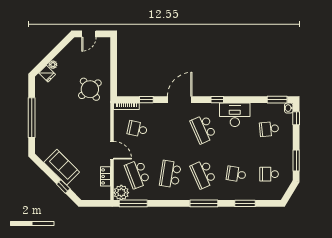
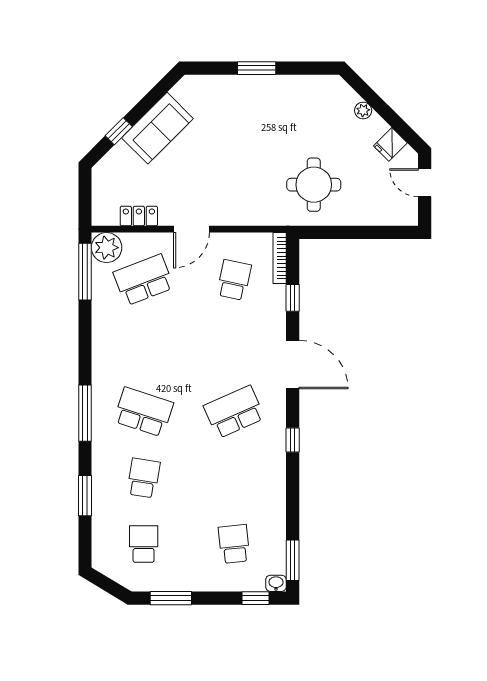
fridge: (47, 74) -> (390, 144), moved
round table: (90, 89) -> (314, 185), turned 38
desk: (235, 115) -> (262, 475), removed
window: (32, 118) -> (257, 68), width x0.47
school desk: (170, 174) -> (144, 346), removed
school desk: (203, 174) -> (144, 412), turned 42

